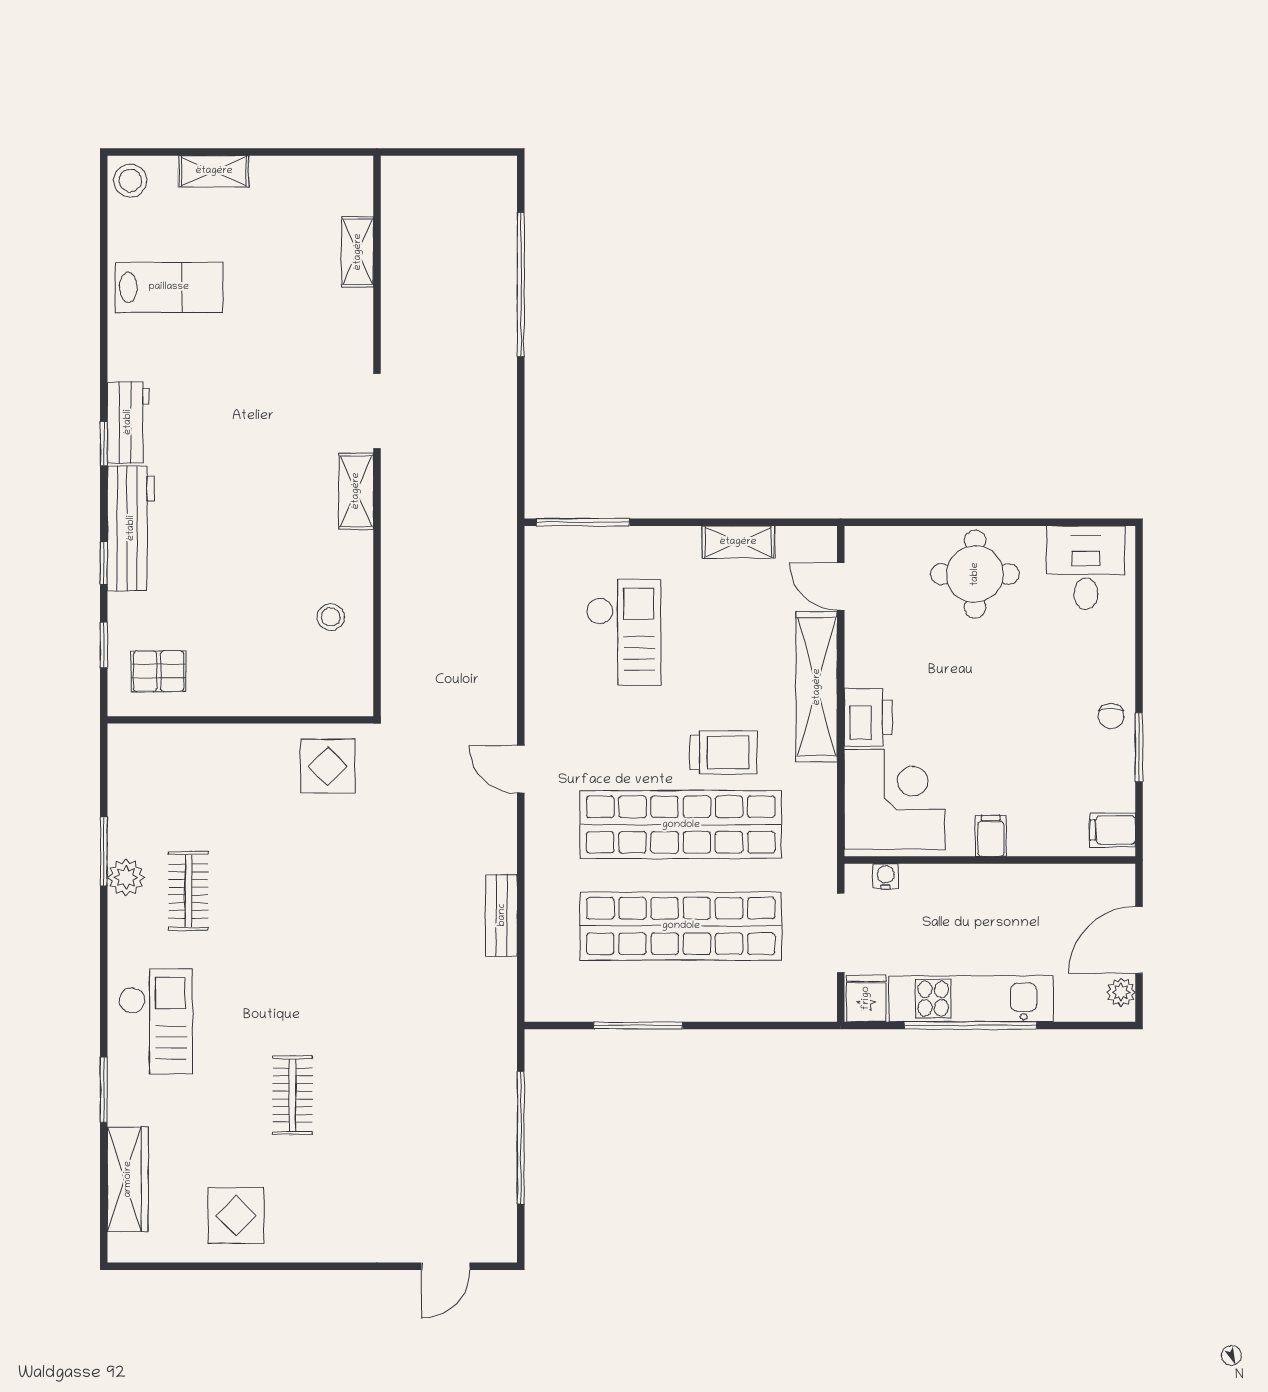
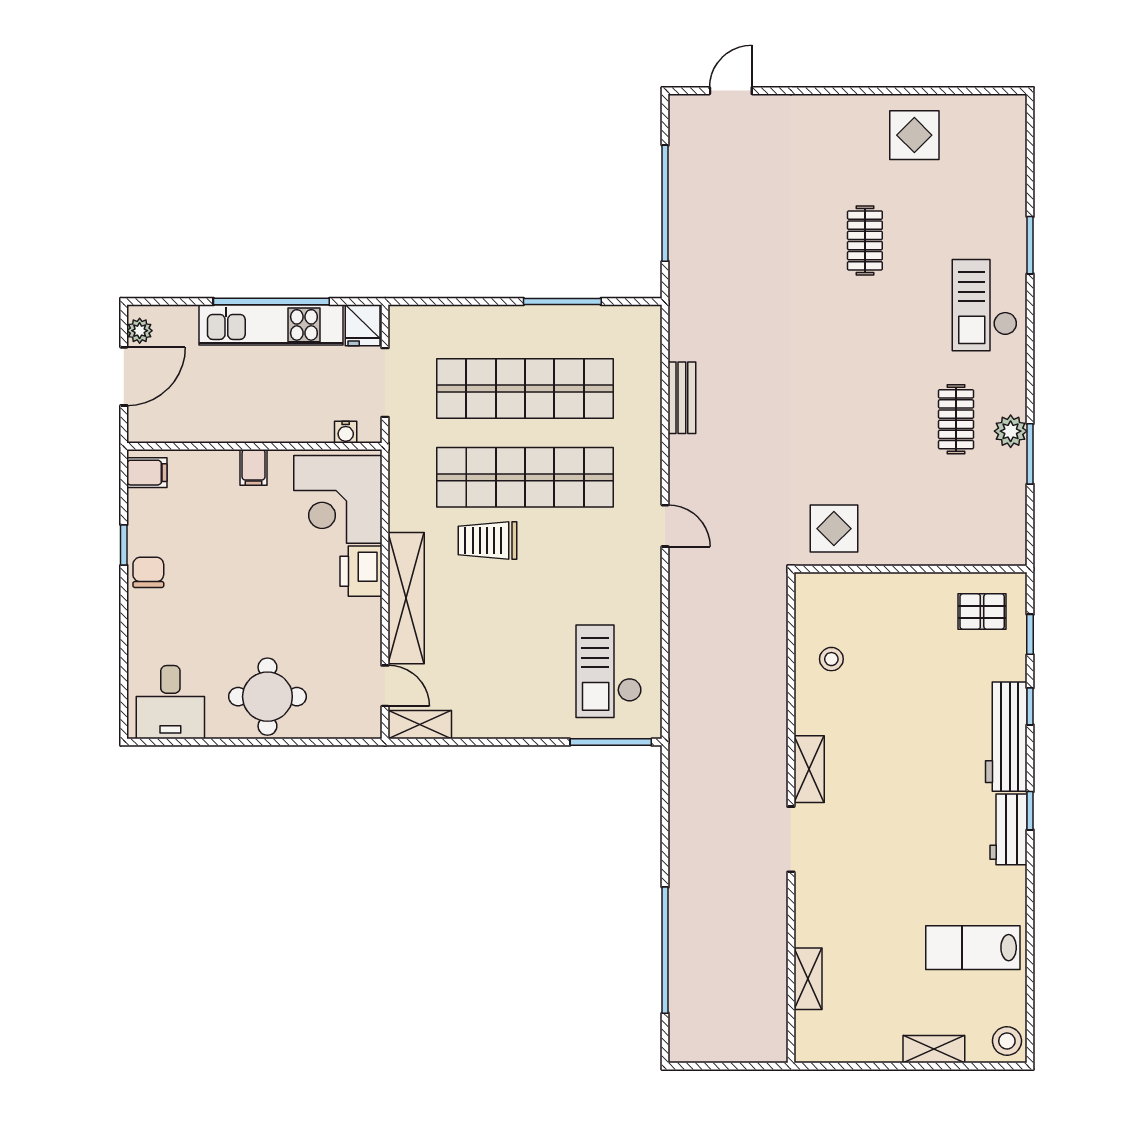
shelving: (738, 542) -> (420, 725), moved
checkout: (624, 632) -> (609, 671), moved
chair: (1111, 716) -> (148, 572), width x1.37, depth x1.37
window: (1139, 747) -> (124, 545), width x0.67
wardrobe: (128, 1179) -> (1009, 167), removed

